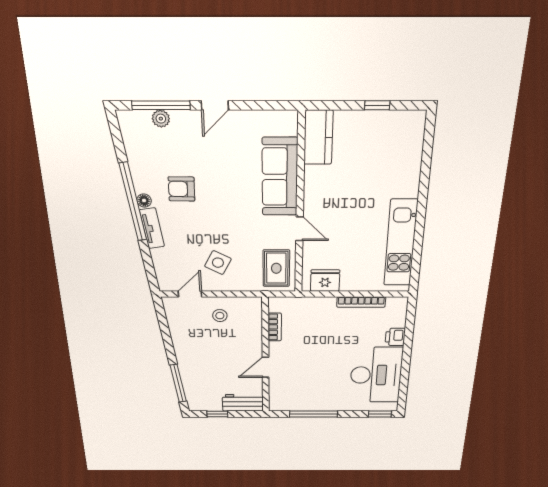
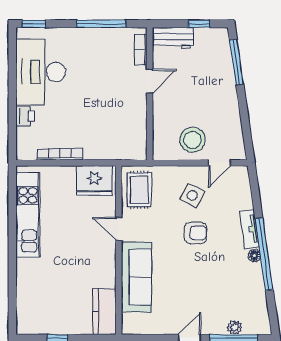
armchair: (182, 189) -> (196, 233), moved
fridge: (325, 281) -> (94, 181), width x1.36, depth x1.34
stool: (220, 316) -> (192, 140), width x1.89, depth x1.89
bookcase: (275, 327) -> (141, 49), moved

